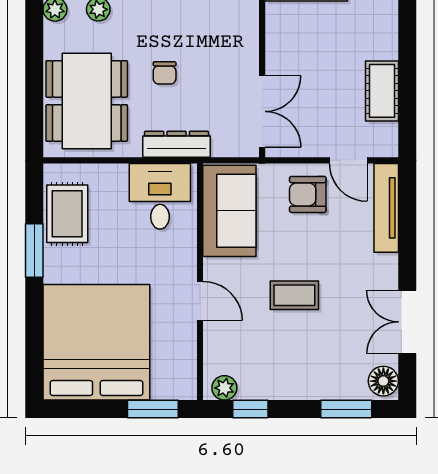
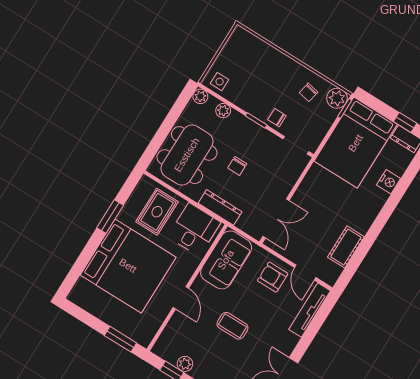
rug: (67, 214) -> (157, 212), moved
bed: (96, 342) -> (128, 266), moved, turned 90
plant: (224, 388) -> (185, 364), moved

